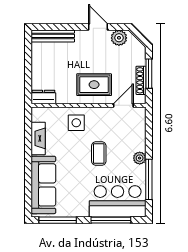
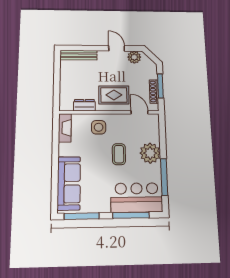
dresser: (43, 97) -> (84, 105), moved
door: (123, 105) -> (140, 112), hinge flipped
fireplace: (38, 138) -> (65, 128), moved
plant: (140, 158) -> (150, 153), width x1.87, depth x1.87

